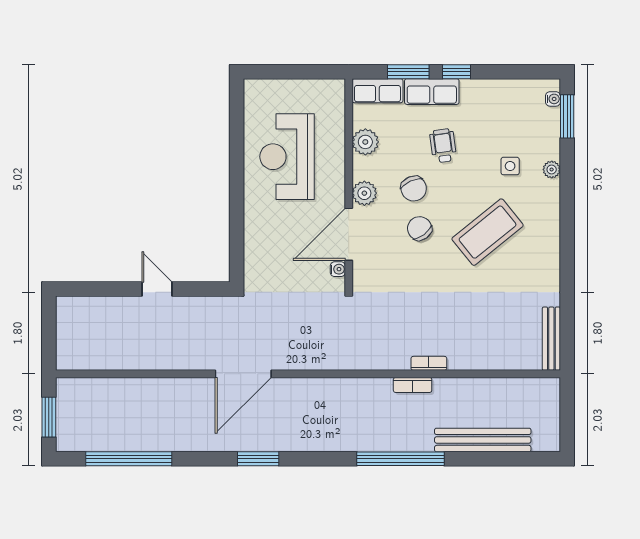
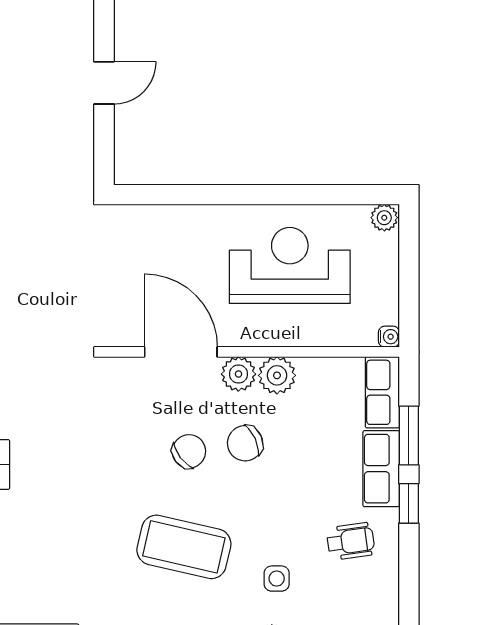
plant: (253, 89) -> (384, 218), added
plant: (365, 142) -> (277, 375), moved
wheelchair: (443, 146) -> (351, 541), moved
coffee table: (488, 232) -> (184, 547), turned -38
water cooler: (338, 269) -> (389, 337), moved, turned -90

